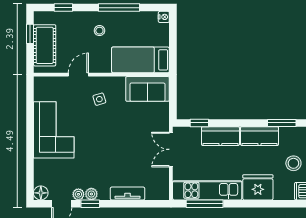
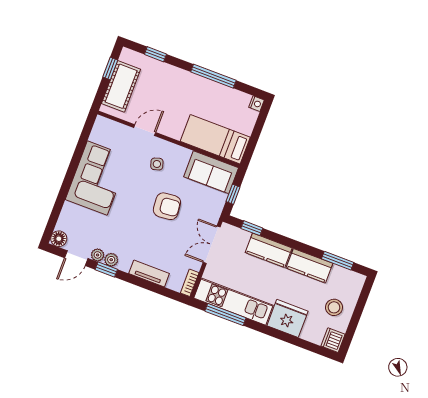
stool: (99, 31) -> (184, 93), removed
window: (173, 100) -> (233, 194), added
armchair: (121, 131) -> (167, 206), added
bookcase: (165, 188) -> (190, 283), added

